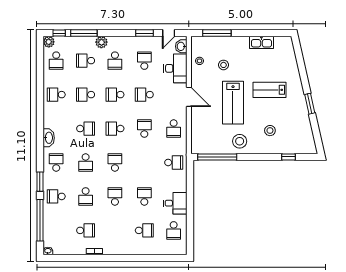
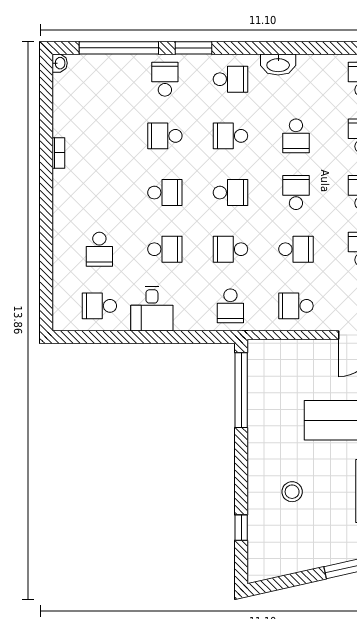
stool: (240, 141) -> (271, 433), removed
school desk: (86, 230) -> (230, 249), moved, turned 90

